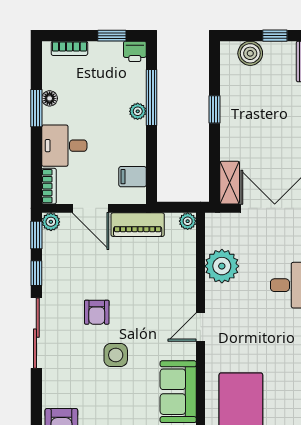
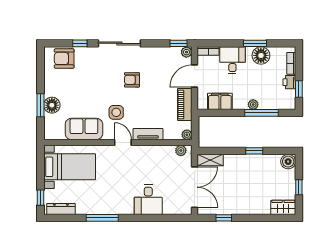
printer: (135, 51) -> (289, 82), moved
boiler: (250, 53) -> (288, 162), moved
floor lamp: (50, 98) -> (261, 55), width x1.89, depth x1.89
filing cabinet: (133, 177) -> (220, 101), width x2.00
plant: (222, 266) -> (181, 150), moved, width x0.53, depth x0.53
window: (36, 273) -> (80, 43), moved
tv unit: (187, 286) -> (148, 134), added
side table: (116, 355) -> (116, 112), moved

